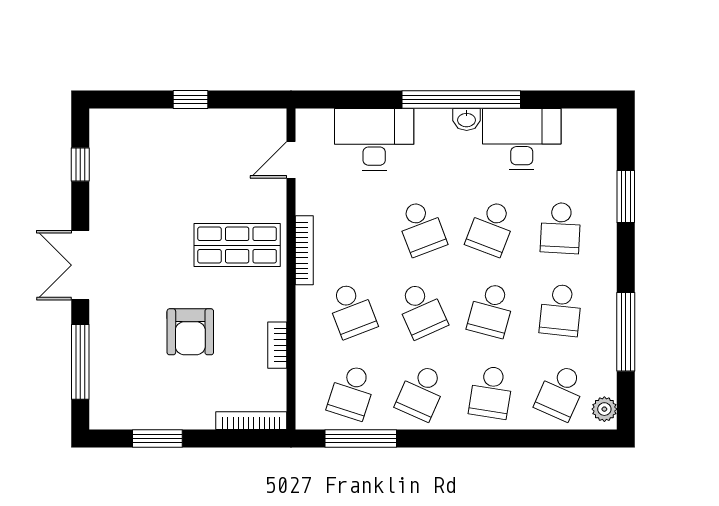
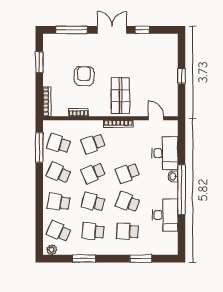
washbasin: (467, 119) -> (173, 176), moved
window: (80, 164) -> (142, 30), moved
armchair: (190, 332) -> (84, 76), turned 90
window: (626, 332) -> (84, 259), width x0.69

